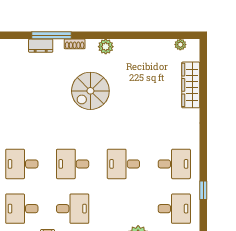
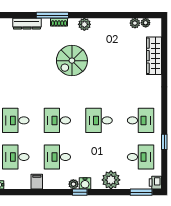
window: (52, 35) -> (52, 15), moved
plant: (167, 45) -> (135, 23), added
dresser: (41, 46) -> (27, 24), width x1.44
desk: (73, 209) -> (57, 157), turned 180

